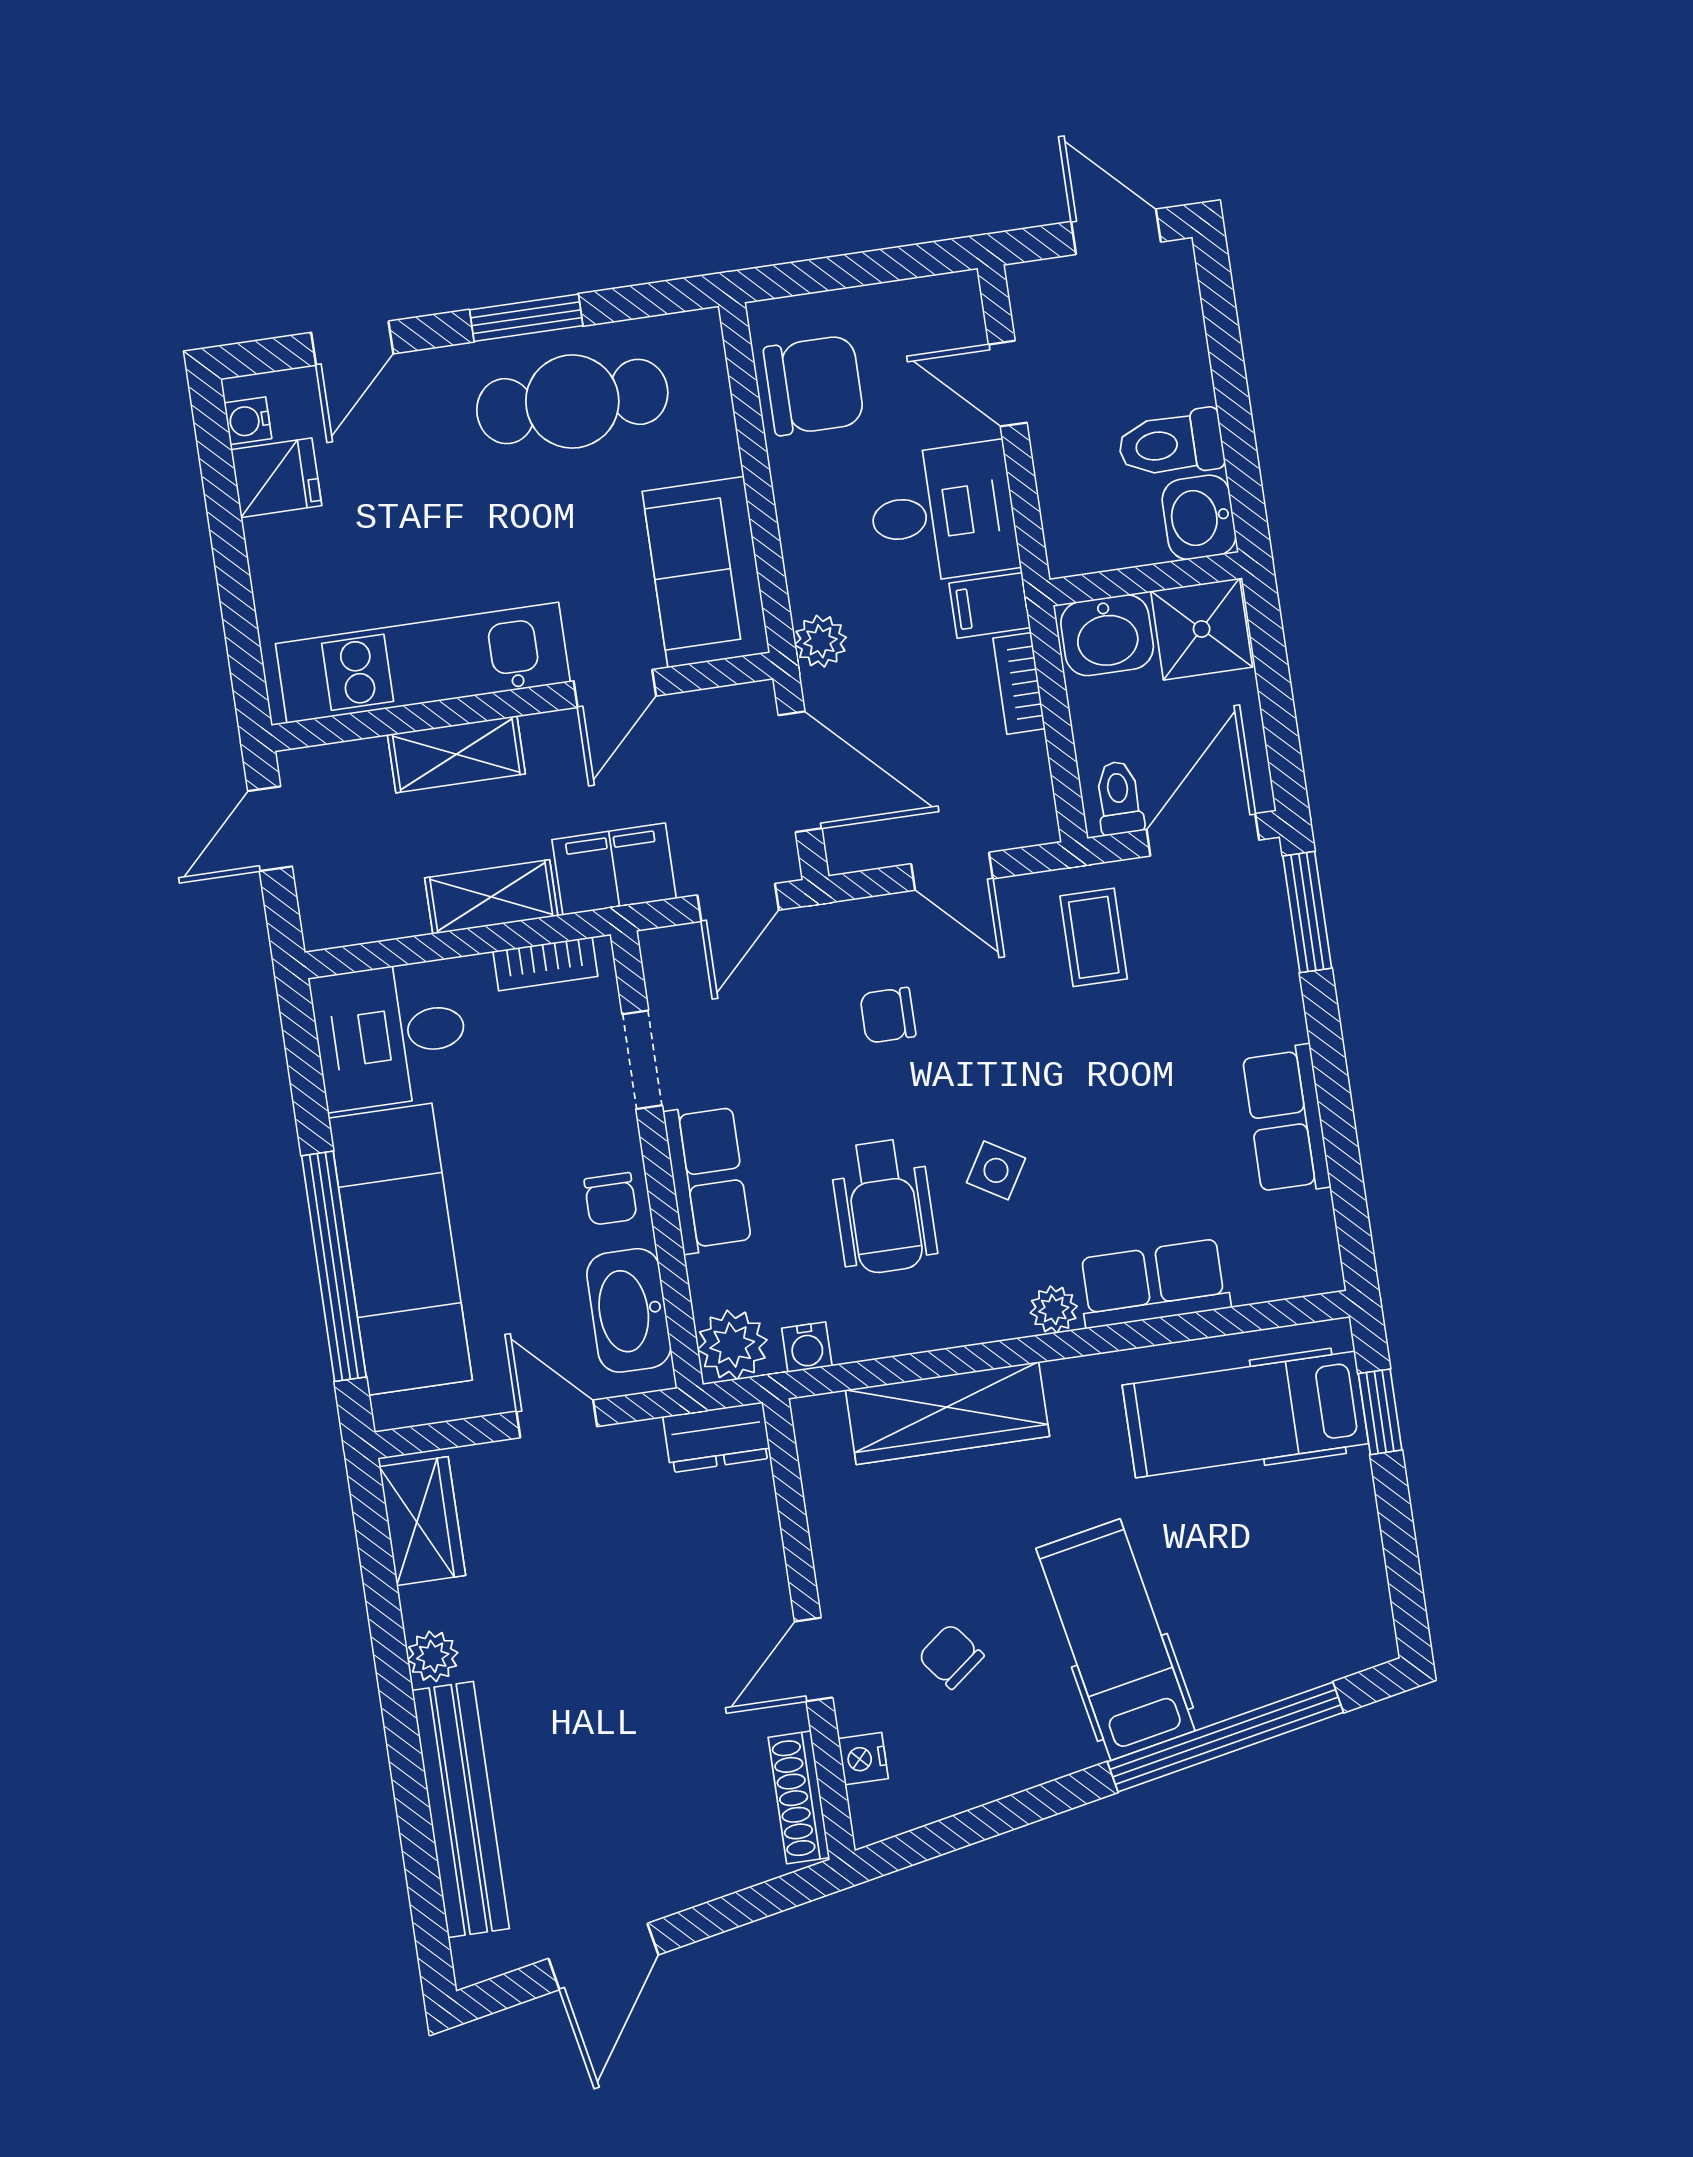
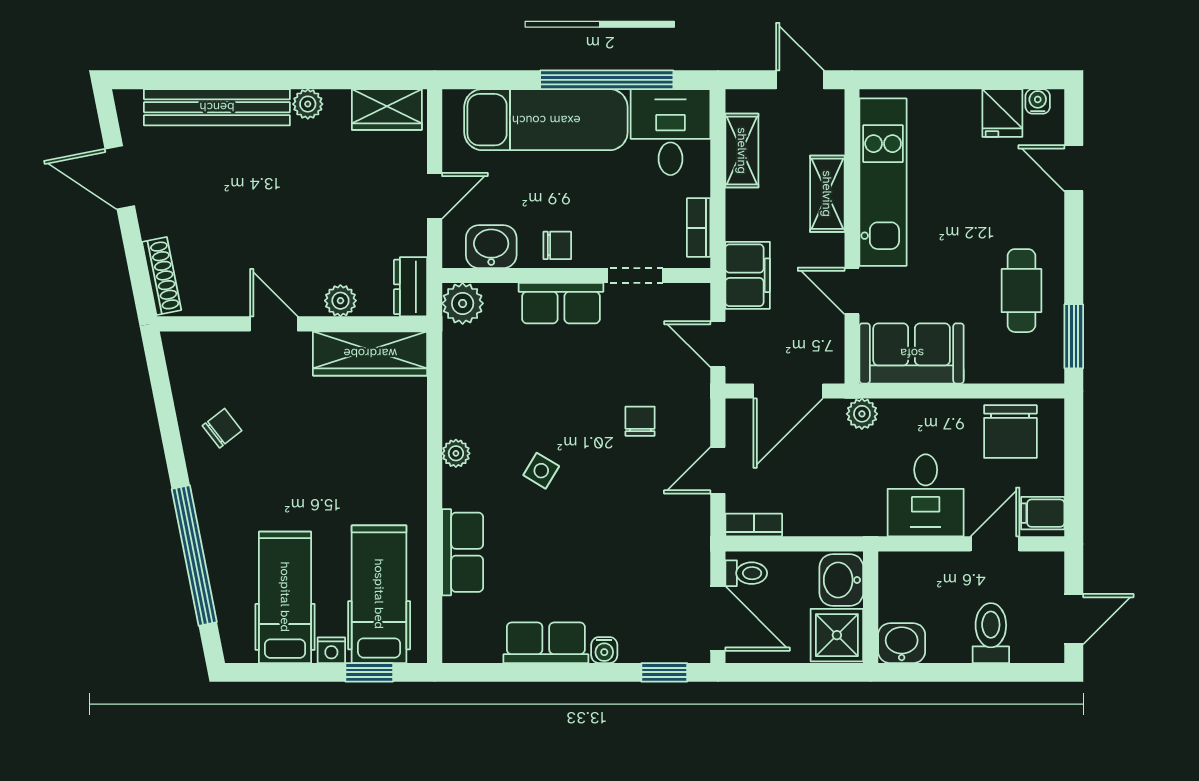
window: (526, 318) -> (1074, 336), moved
cafe table: (572, 401) -> (1021, 291), width x0.73, depth x0.74
toilet: (1171, 444) -> (991, 633), moved
filing cabinet: (990, 605) -> (1043, 513), moved, turned -90
bookcase: (1019, 683) -> (754, 525), moved
shelving: (491, 897) -> (742, 151), moved
window: (1307, 912) -> (664, 672), width x0.67
coffee table: (1094, 937) -> (668, 547), removed
chair: (611, 1199) -> (557, 245), turned 180
wheelchair: (884, 1206) -> (530, 403), removed
window: (334, 1266) -> (607, 80), moved
washbasin: (629, 1310) -> (491, 247), width x0.72
plant: (1054, 1310) -> (456, 453), moved
water cooler: (807, 1347) -> (604, 650), moved, turned -90
wardrobe: (947, 1413) -> (370, 353), moved, turned -90
plant: (758, 1552) -> (340, 301), added
hospital bed: (1115, 1640) -> (285, 597), moved, turned -79
chair: (951, 1656) -> (222, 428), moved
nightstand: (863, 1759) -> (331, 650), moved, turned 180
shoe rack: (799, 1797) -> (162, 276), moved, turned 79

